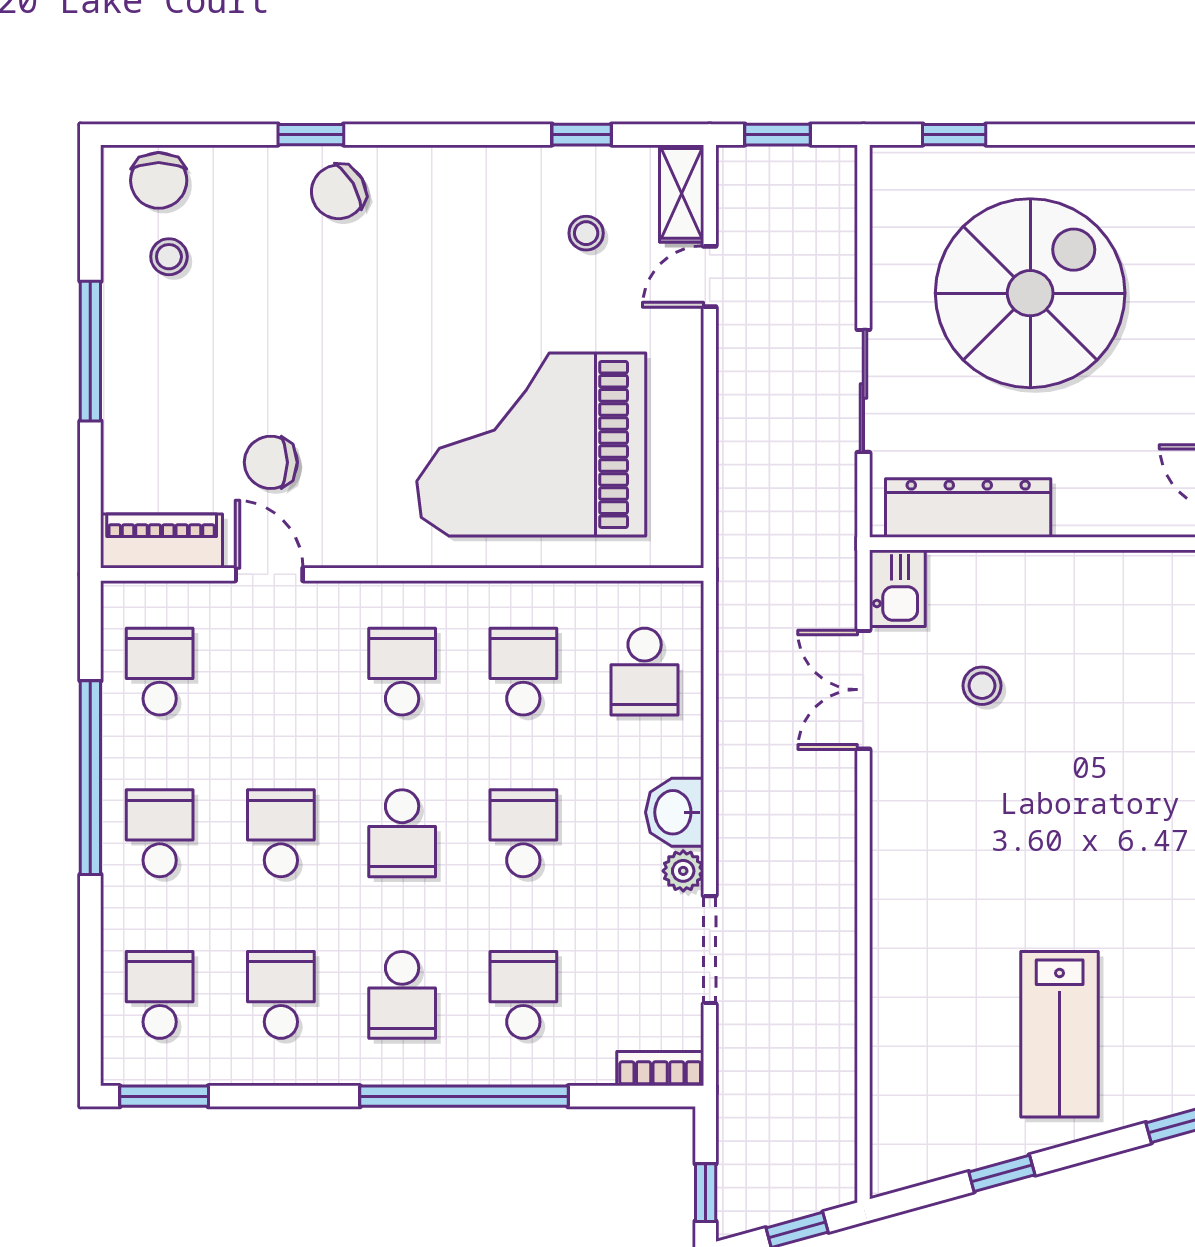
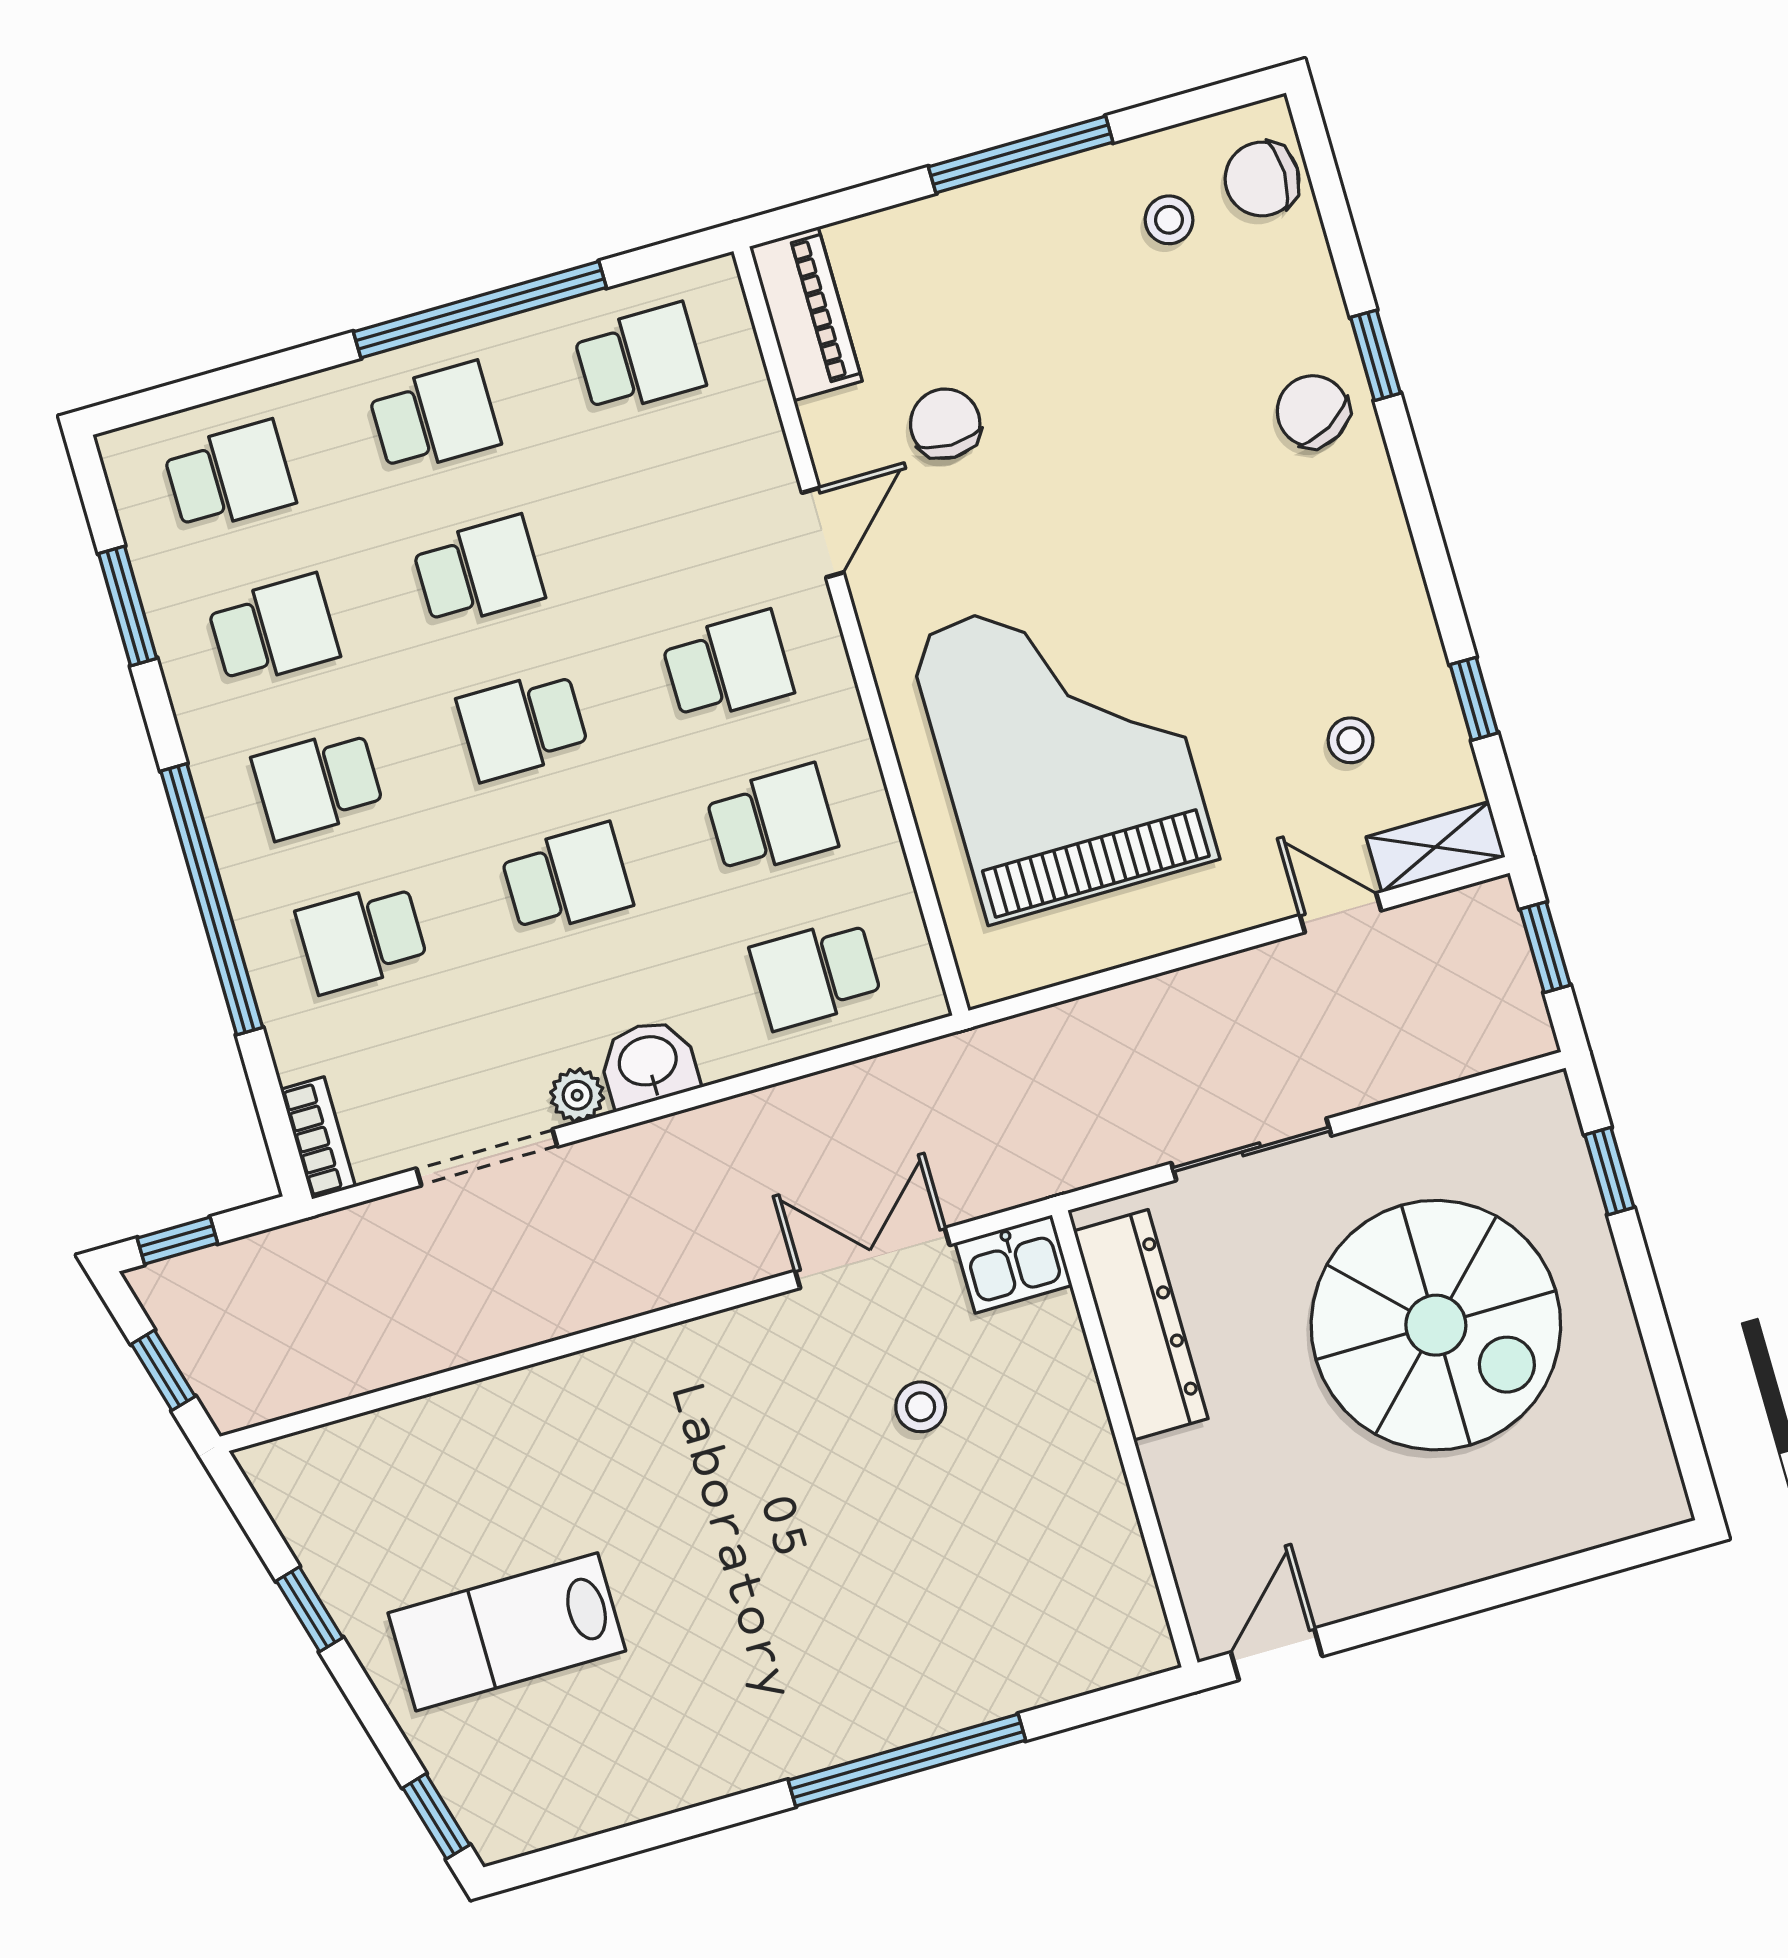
door: (269, 574) -> (823, 533), moved
school desk: (523, 995) -> (362, 938), turned 180
window: (164, 1096) -> (128, 606), moved

